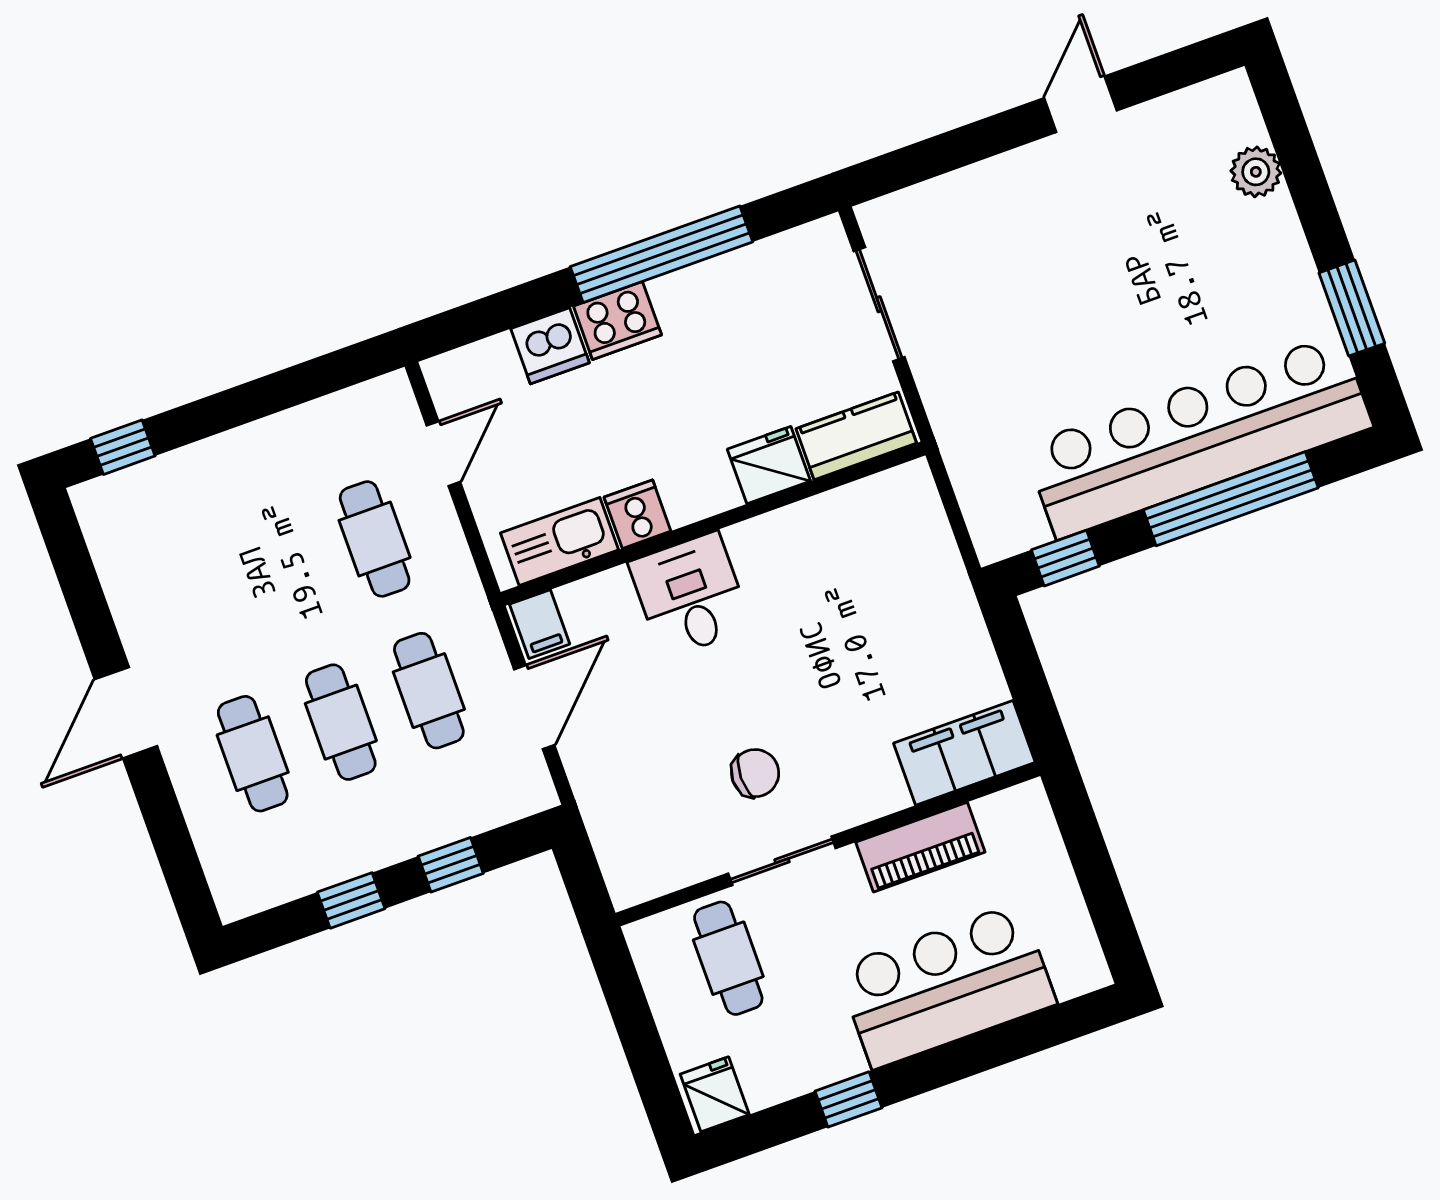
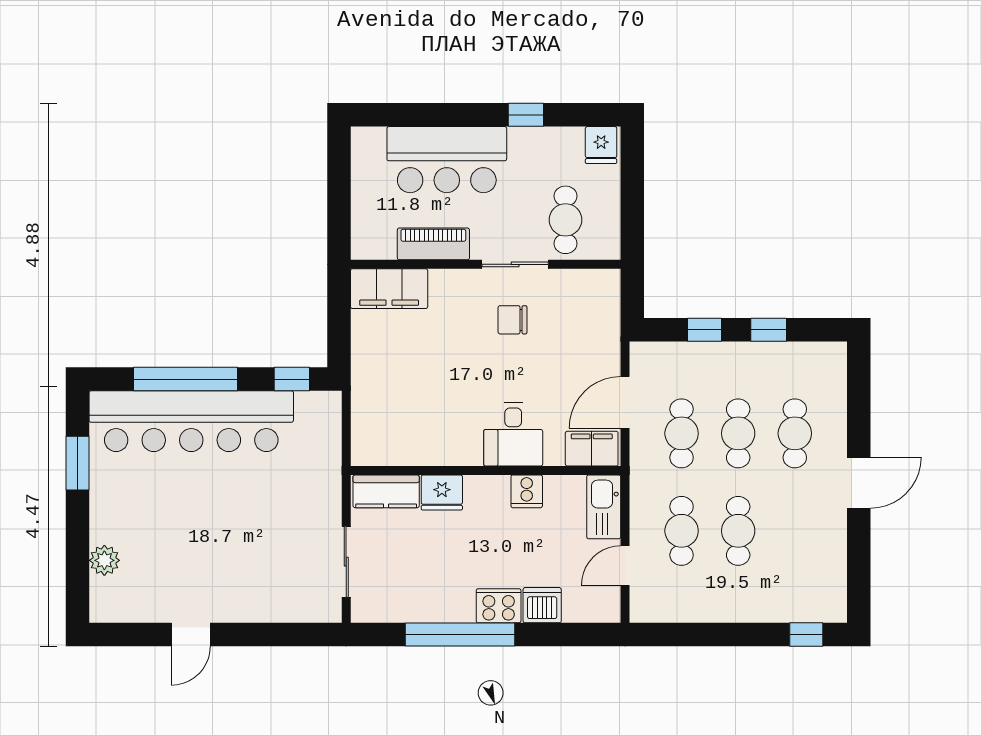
kitchen sink: (560, 541) -> (604, 507), moved, turned 90
cafe table: (287, 571) -> (738, 531), added
filing cabinet: (540, 624) -> (592, 449), width x2.00

